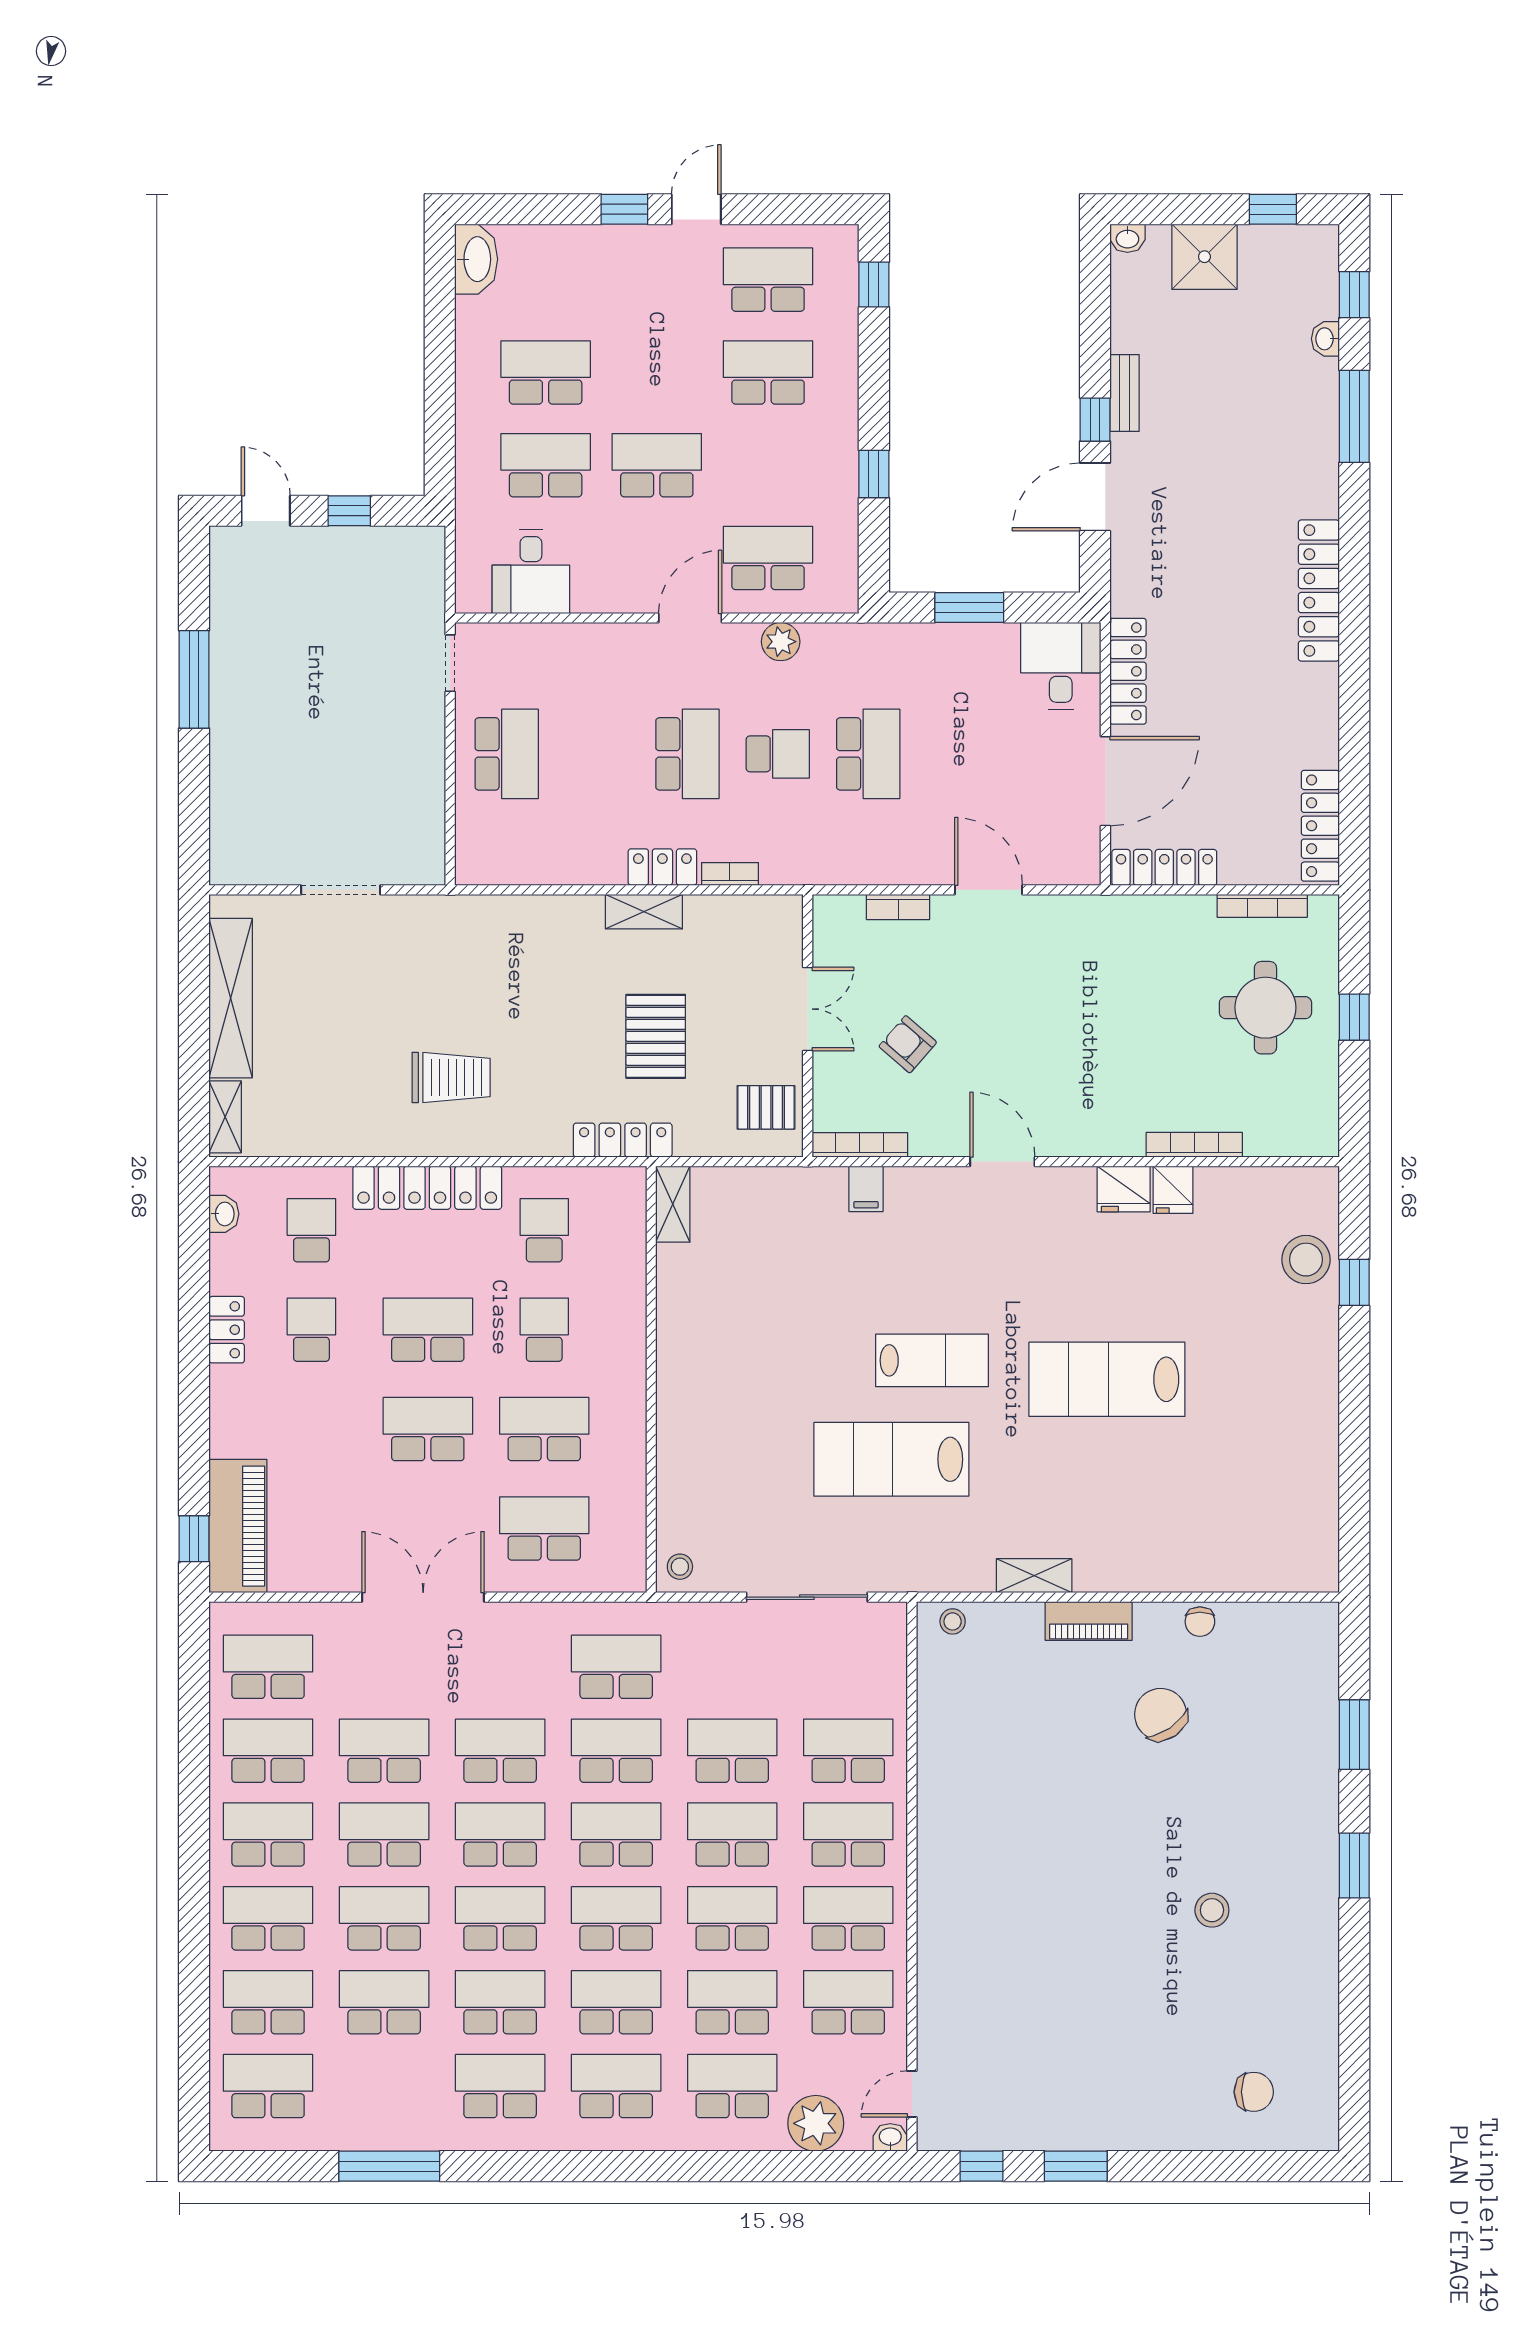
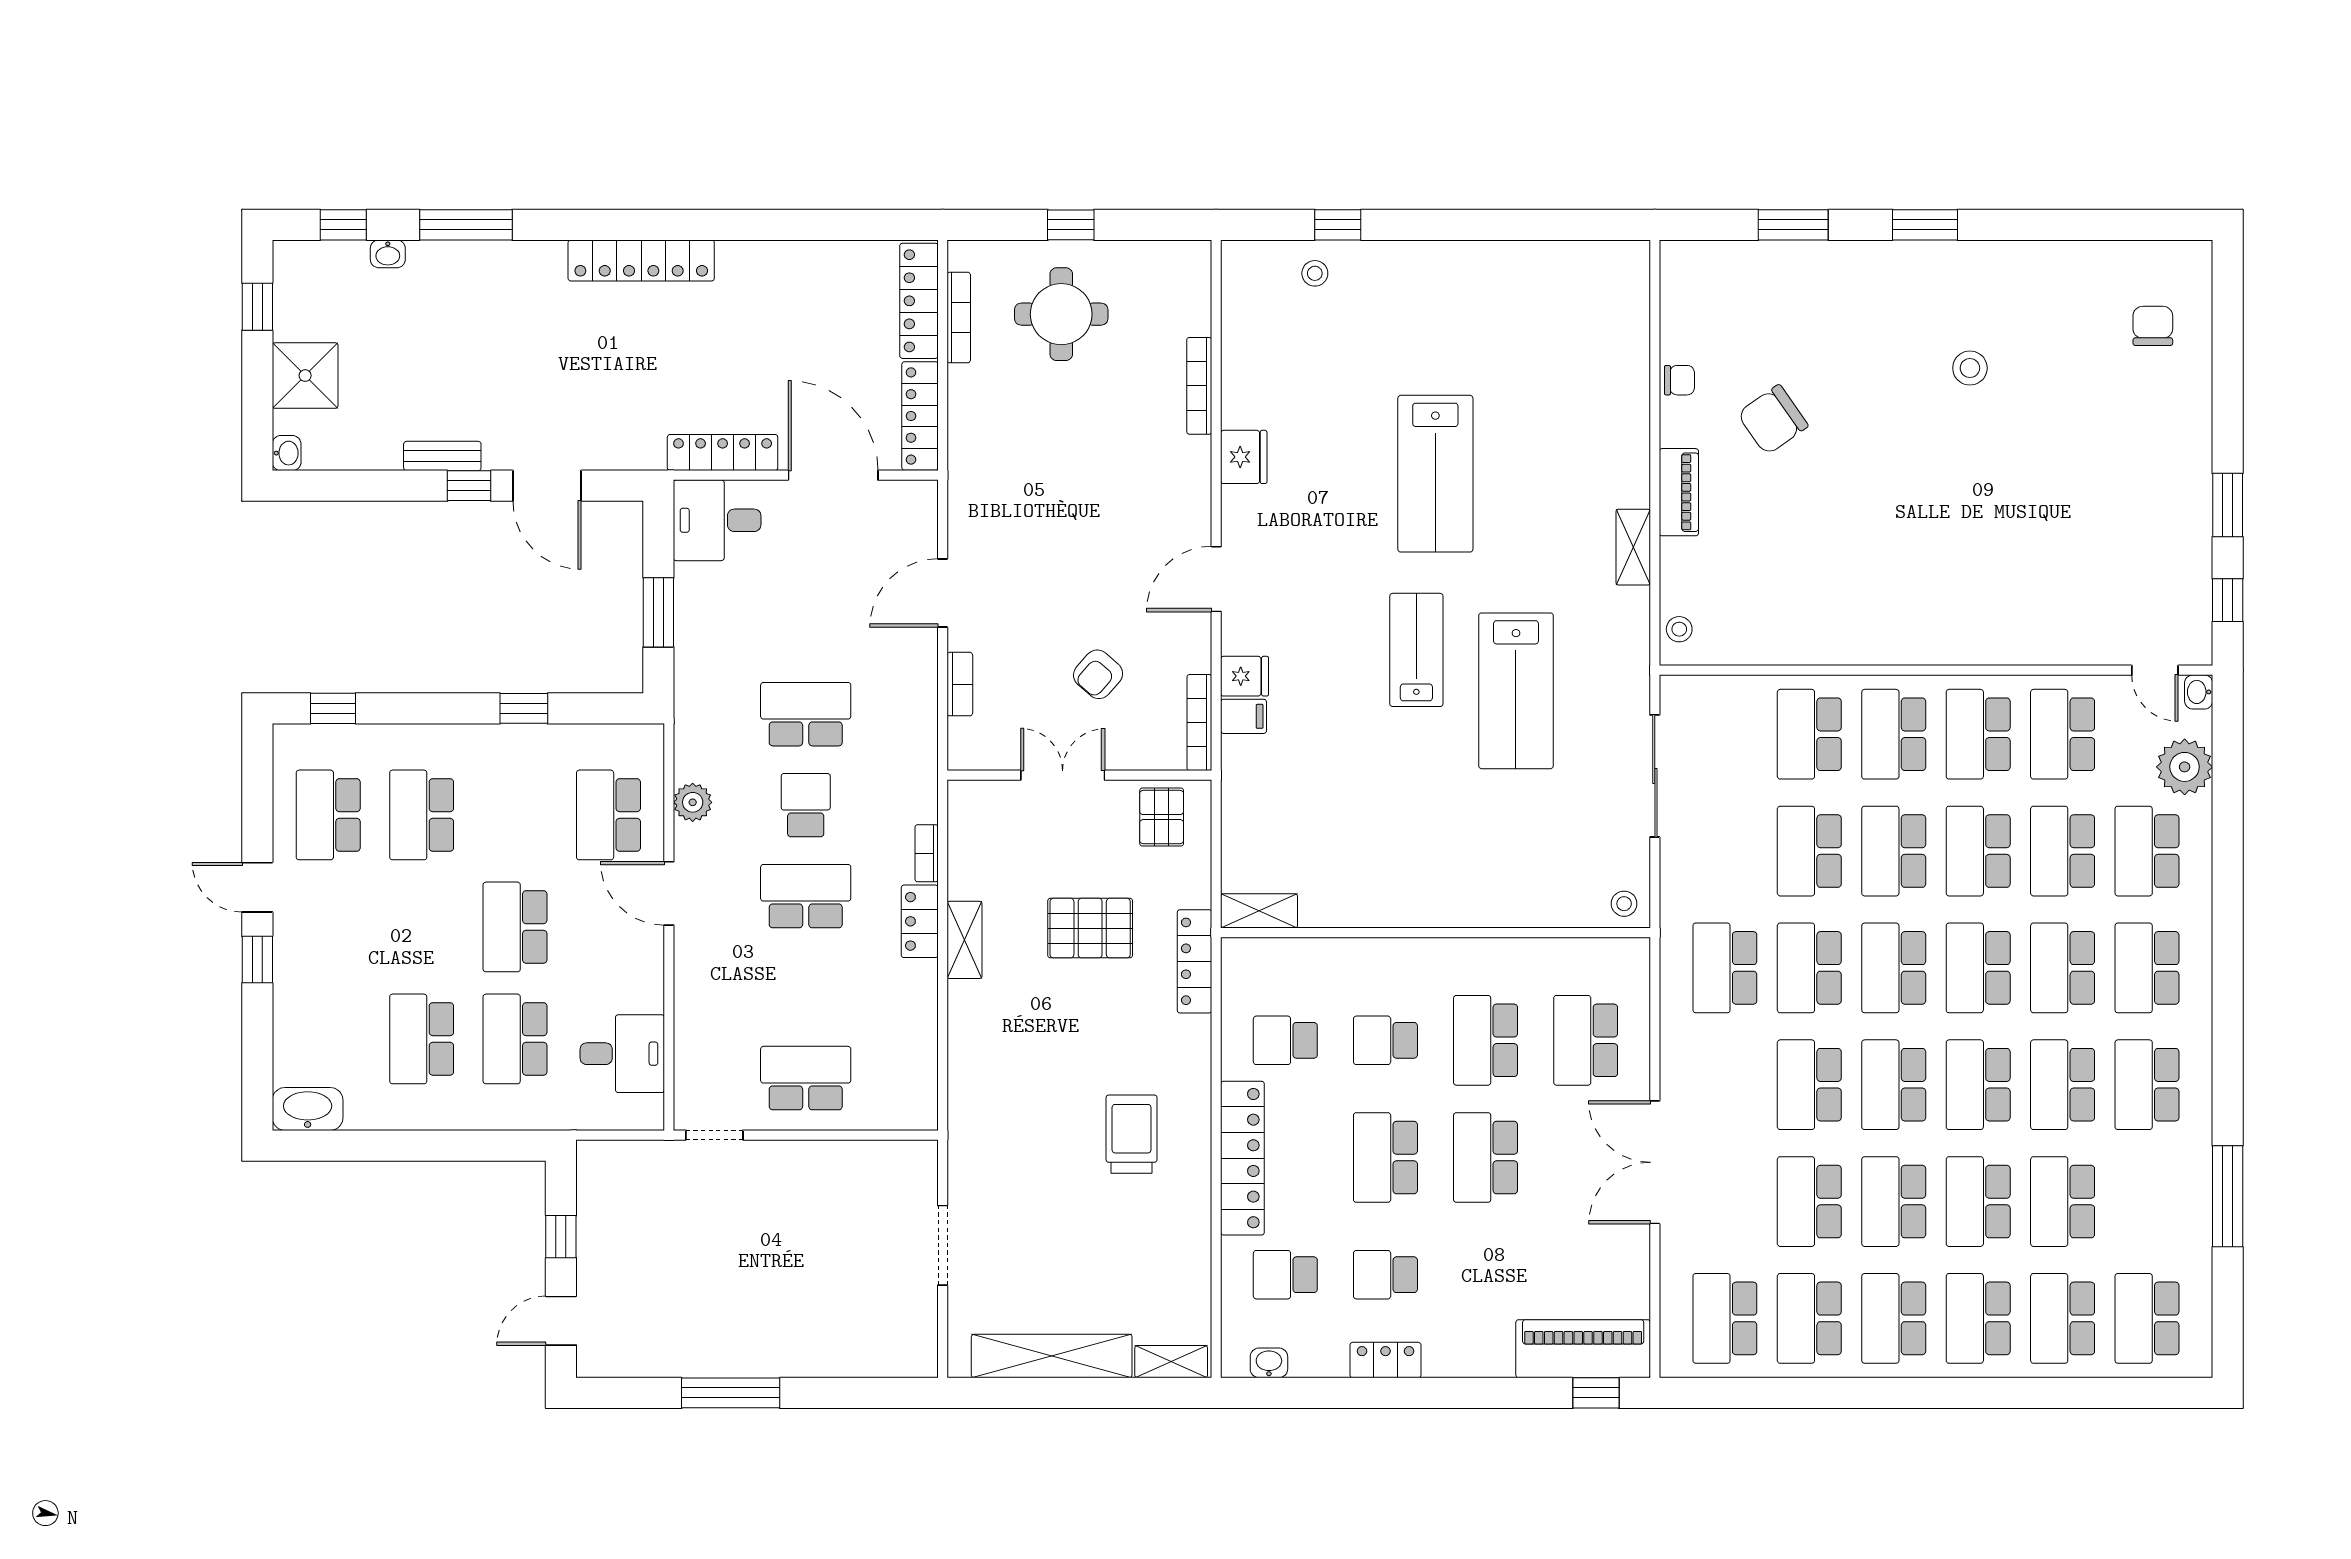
locker: (1320, 826) -> (919, 301), moved, turned 90
fridge: (1173, 1190) -> (1245, 676), moved
stool: (1306, 1260) -> (1315, 273), width x0.53, depth x0.53

